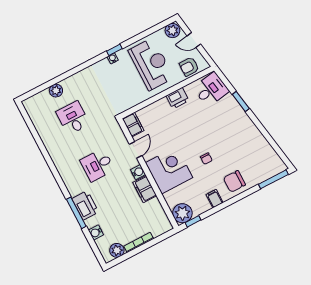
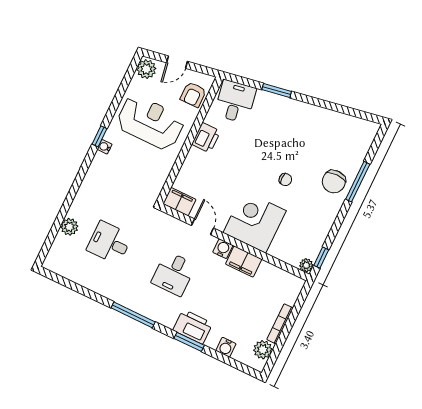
window: (55, 172) -> (133, 315), added
window: (273, 179) -> (358, 182), moved
filing cabinet: (215, 199) -> (326, 216), removed
window: (76, 213) -> (189, 342), width x0.69
plant: (182, 213) -> (306, 265), width x0.53, depth x0.53

